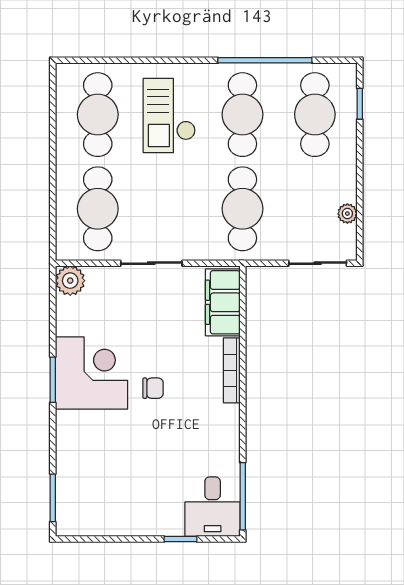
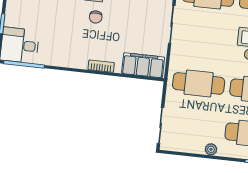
plant: (347, 214) -> (211, 149), moved
bookcase: (232, 370) -> (101, 66), width x0.64

